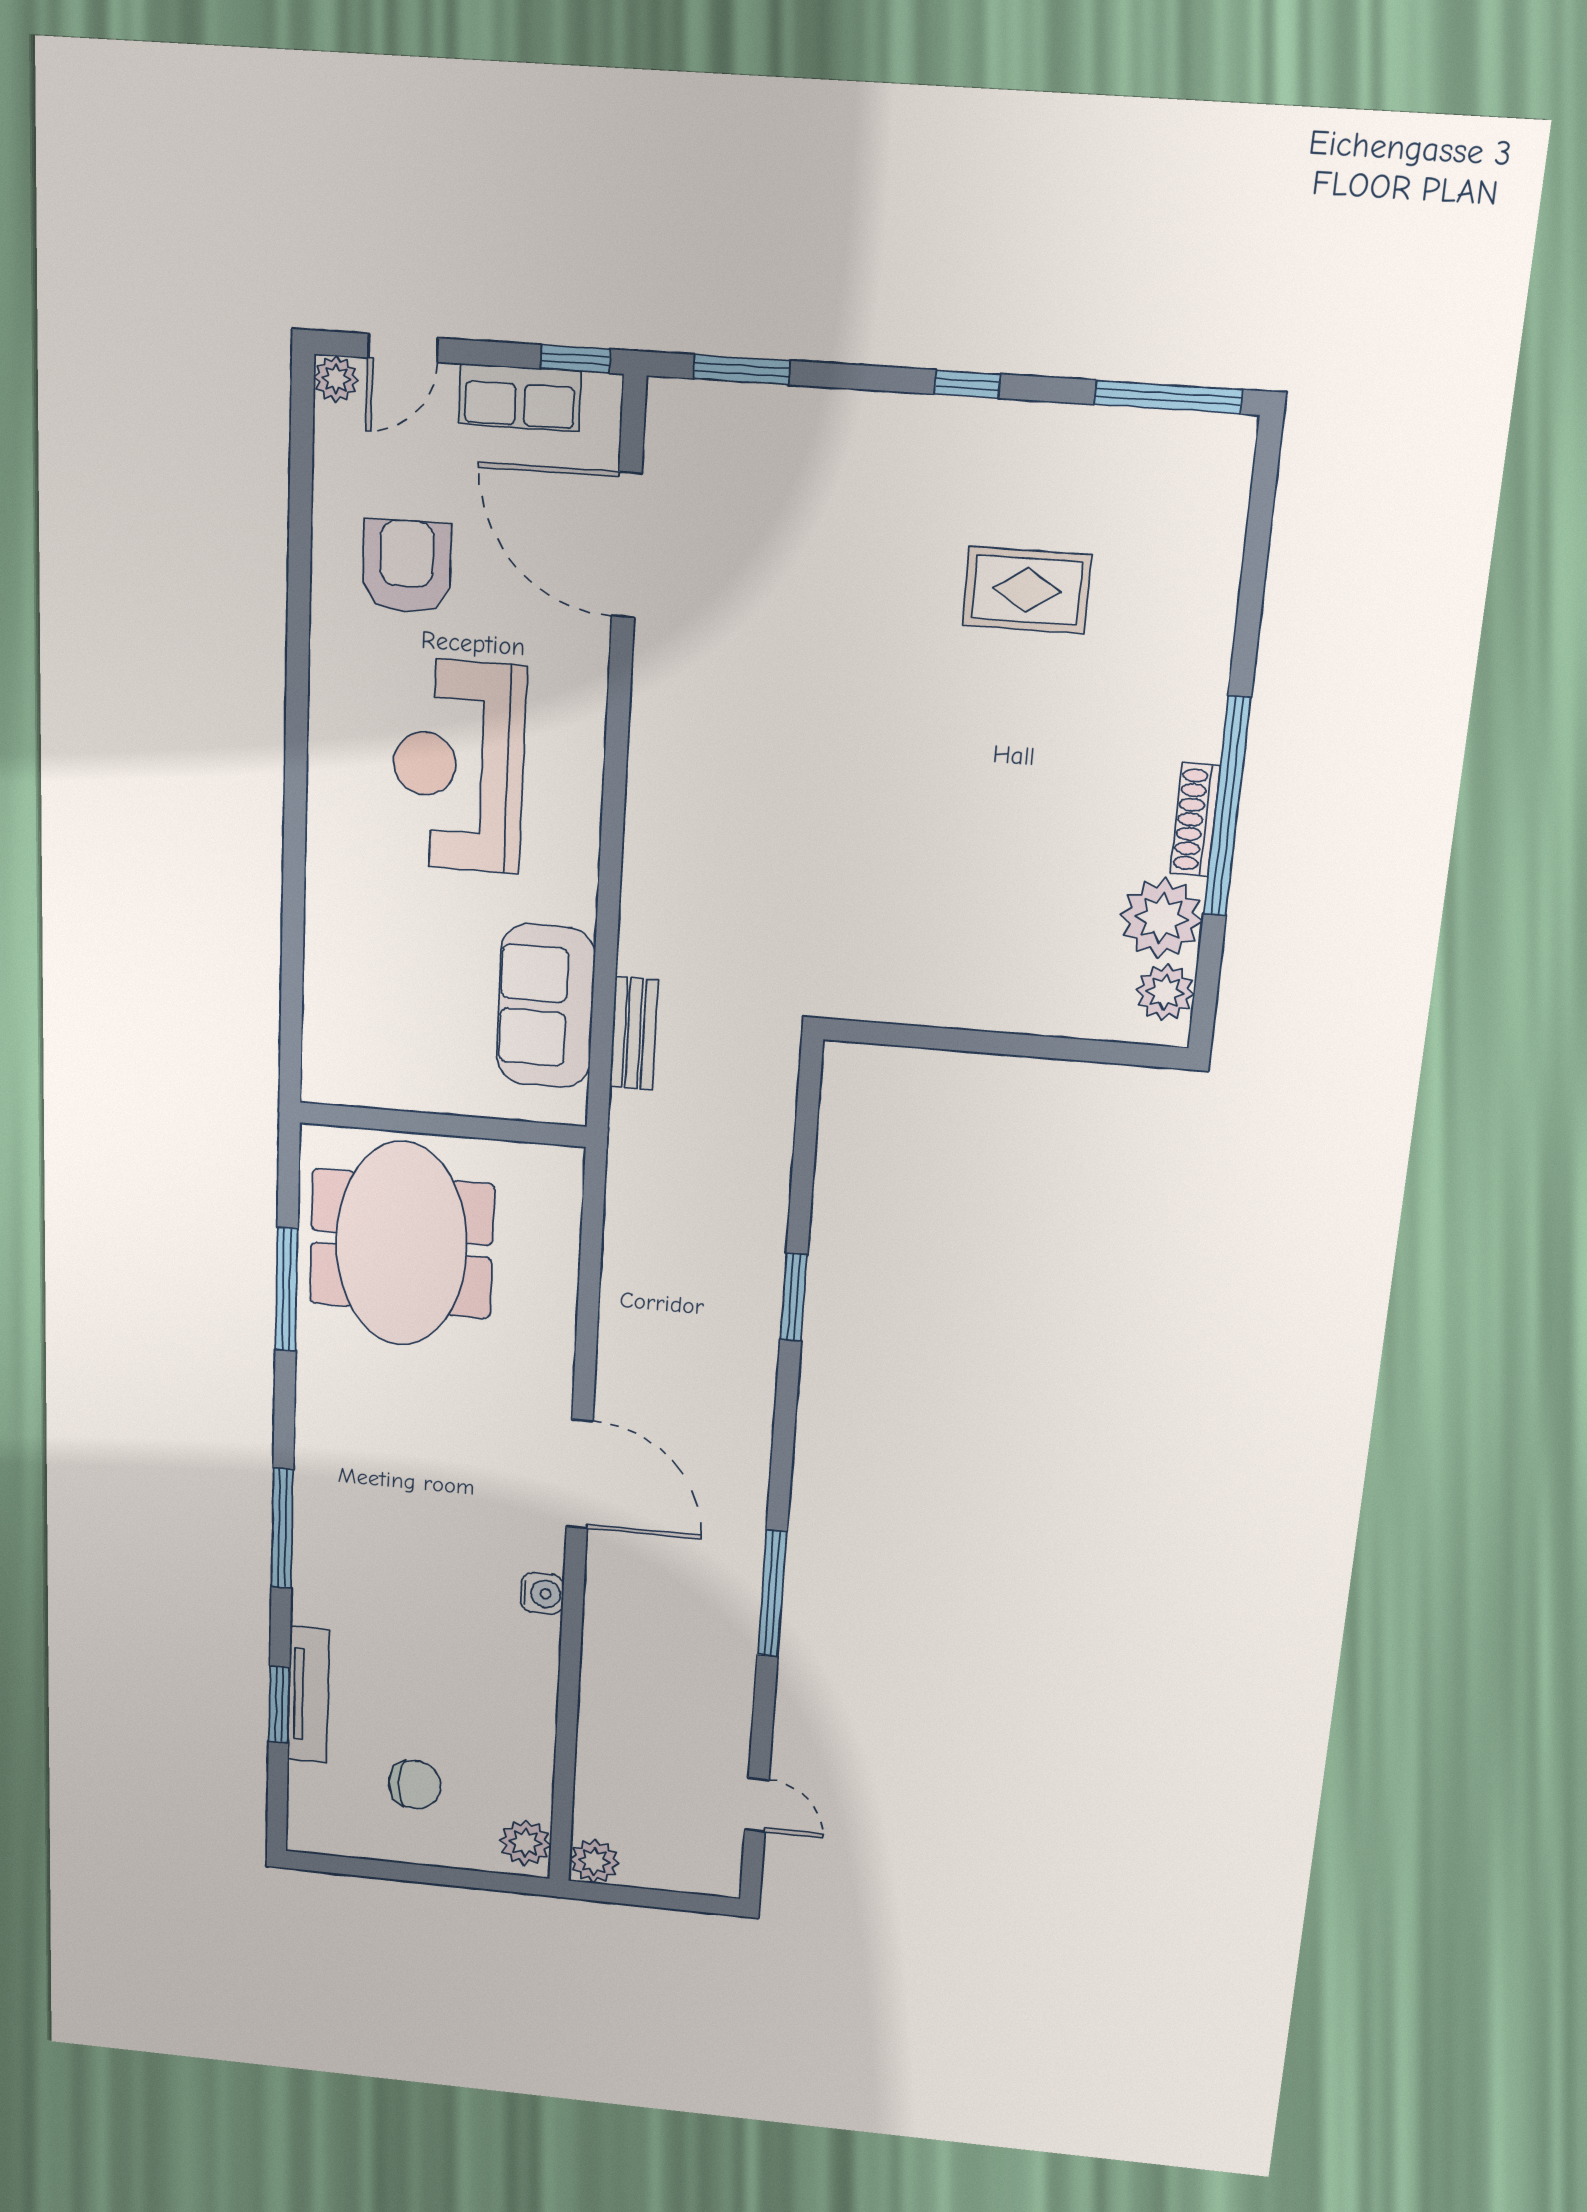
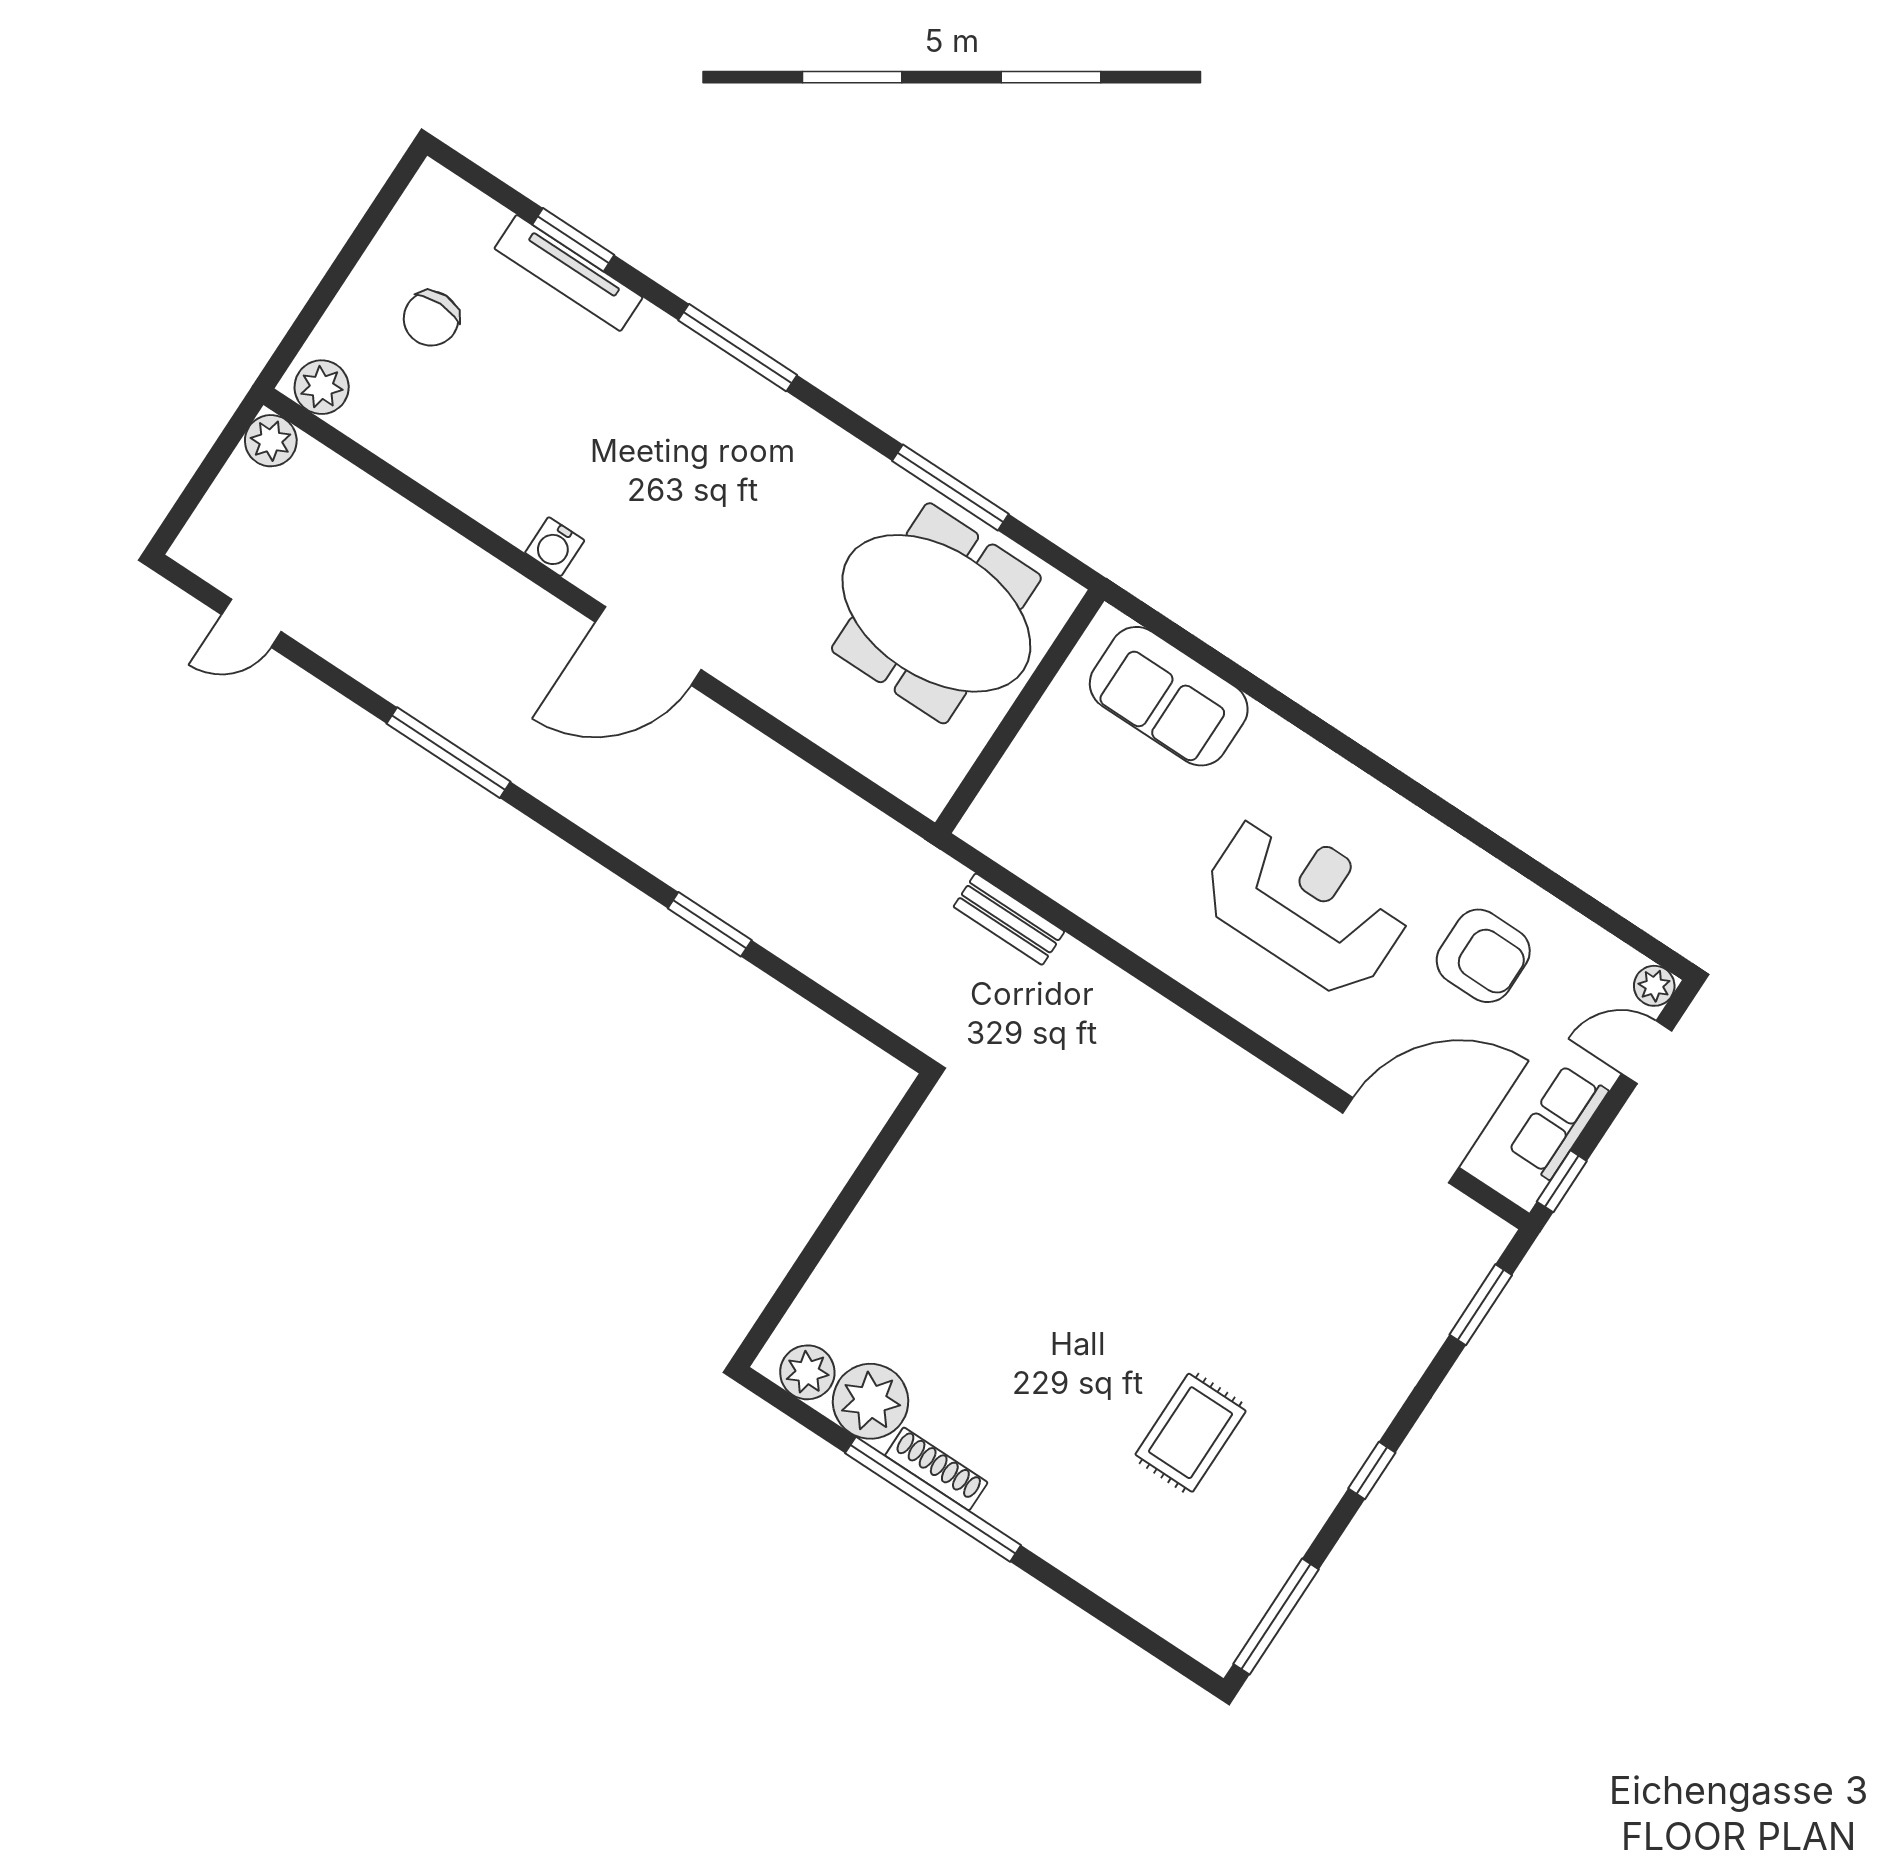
door: (403, 348) -> (1647, 1052), hinge flipped
sofa: (546, 1006) -> (1169, 696), moved, turned 180

